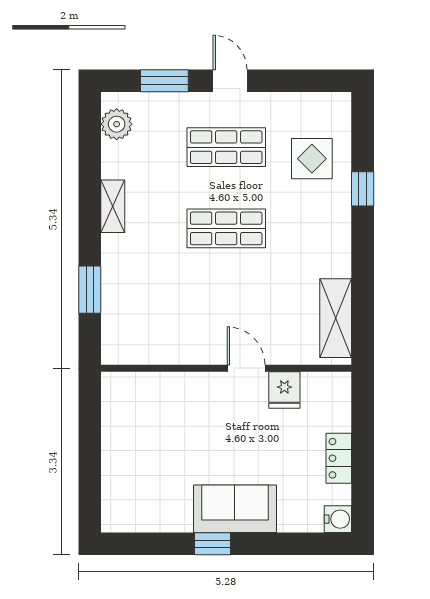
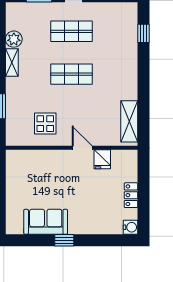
plant: (117, 124) -> (14, 39), moved
display table: (312, 159) -> (45, 124), moved
window: (363, 189) -> (143, 33), moved
sofa: (235, 509) -> (46, 222), moved

